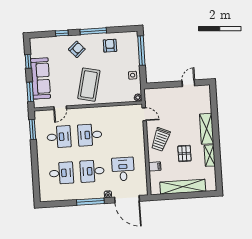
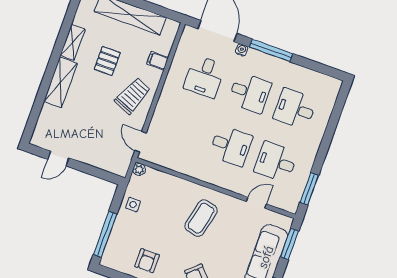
coffee table: (89, 85) -> (201, 218), width x0.73, depth x0.76

